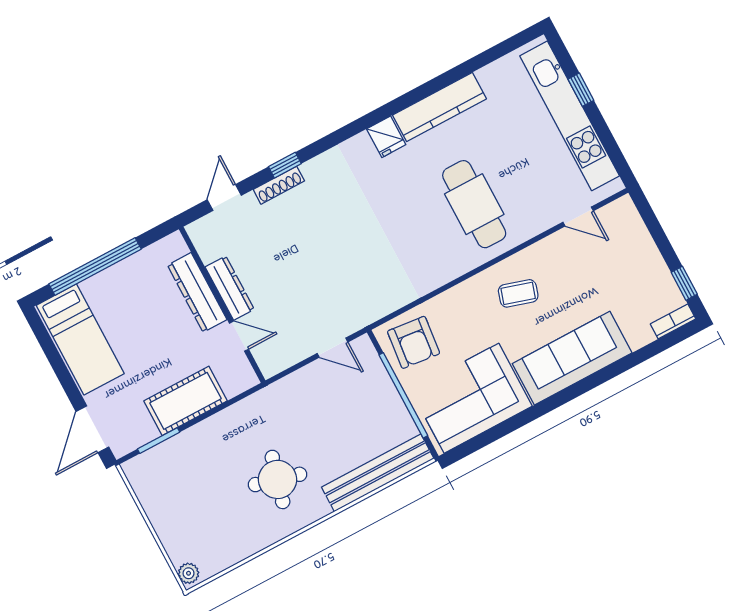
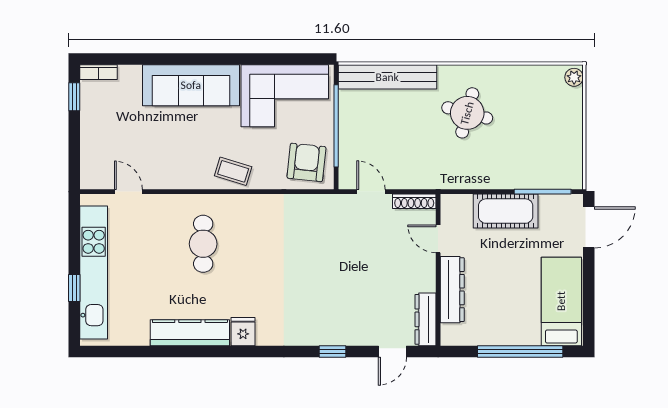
shoe rack: (279, 185) -> (414, 201), moved, turned 180
cafe table: (474, 204) -> (203, 244), width x0.73, depth x0.74
dresser: (230, 288) -> (425, 319), moved
coffee table: (518, 293) -> (233, 171), moved
window: (159, 441) -> (543, 192), width x1.44

